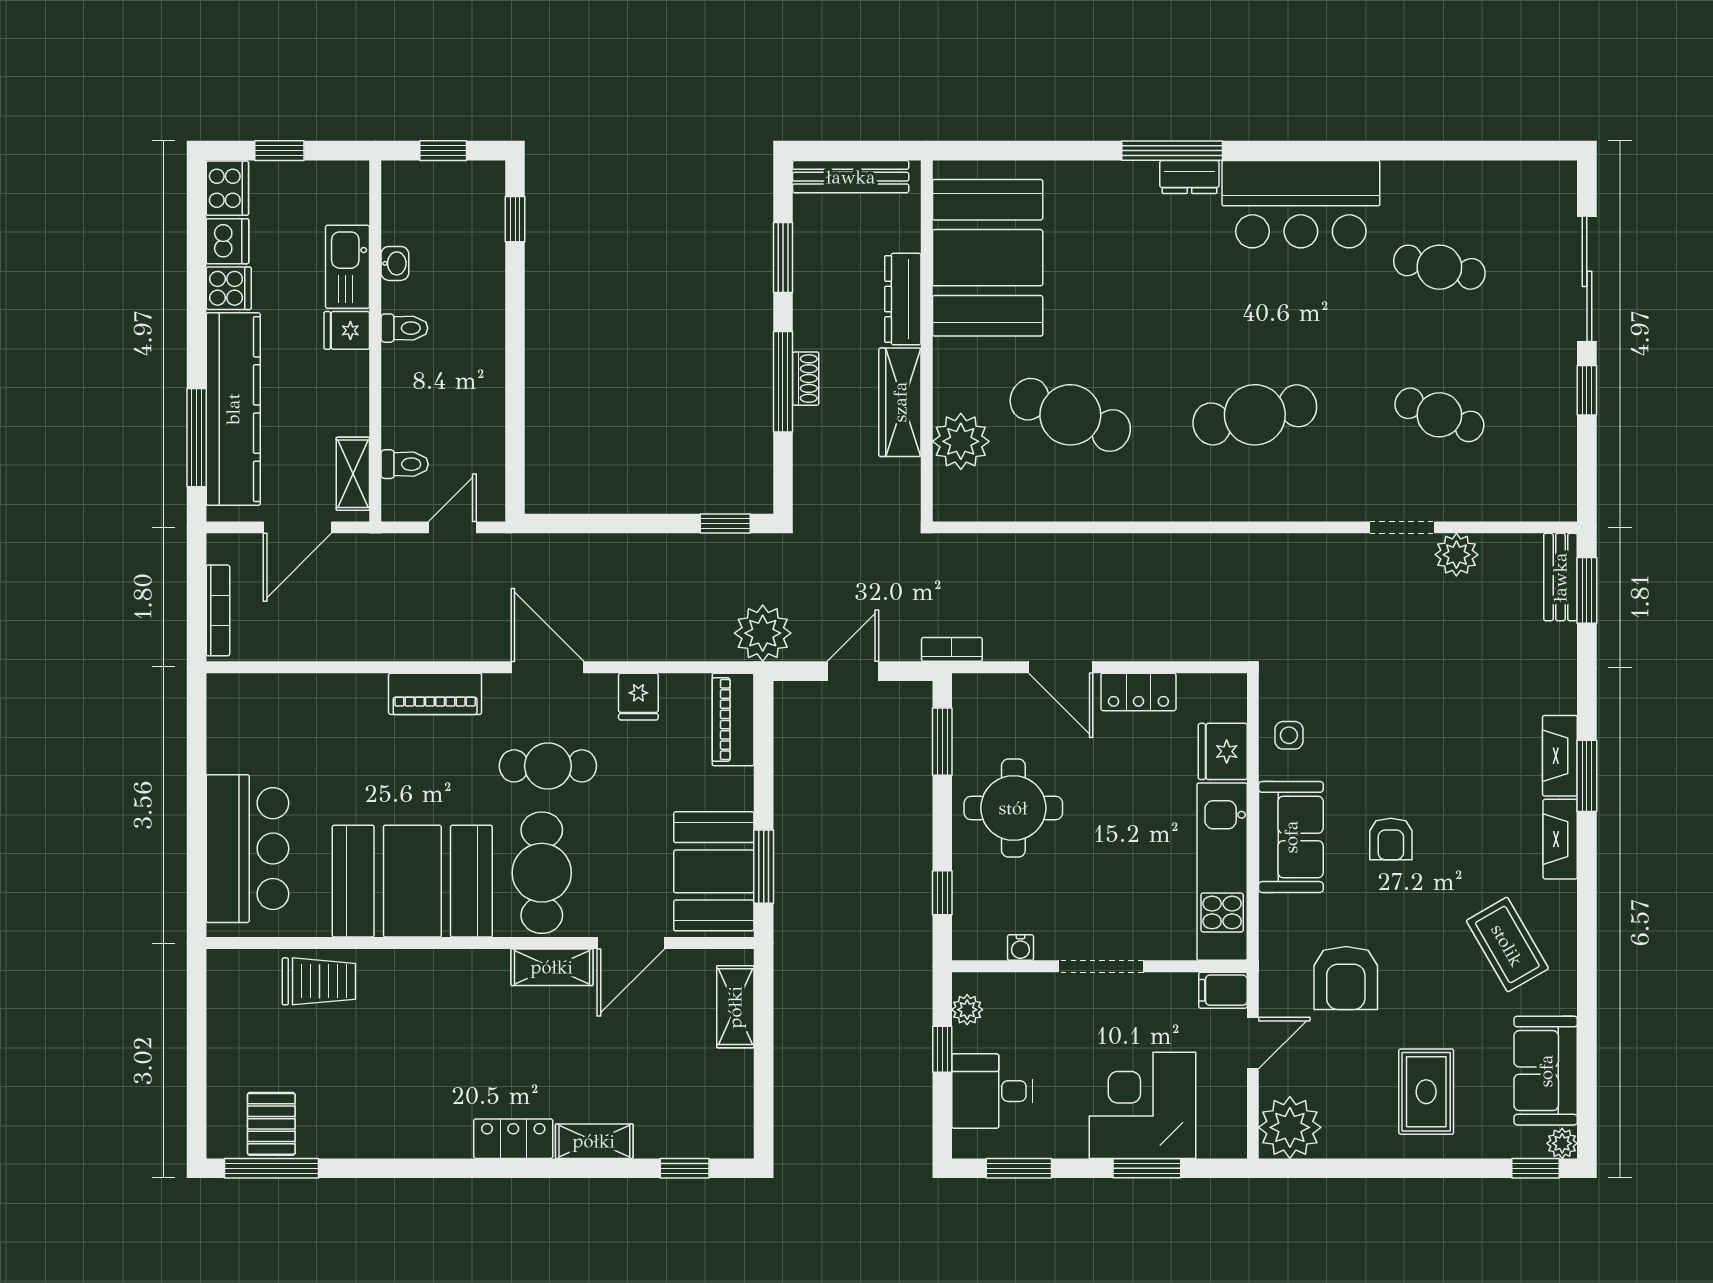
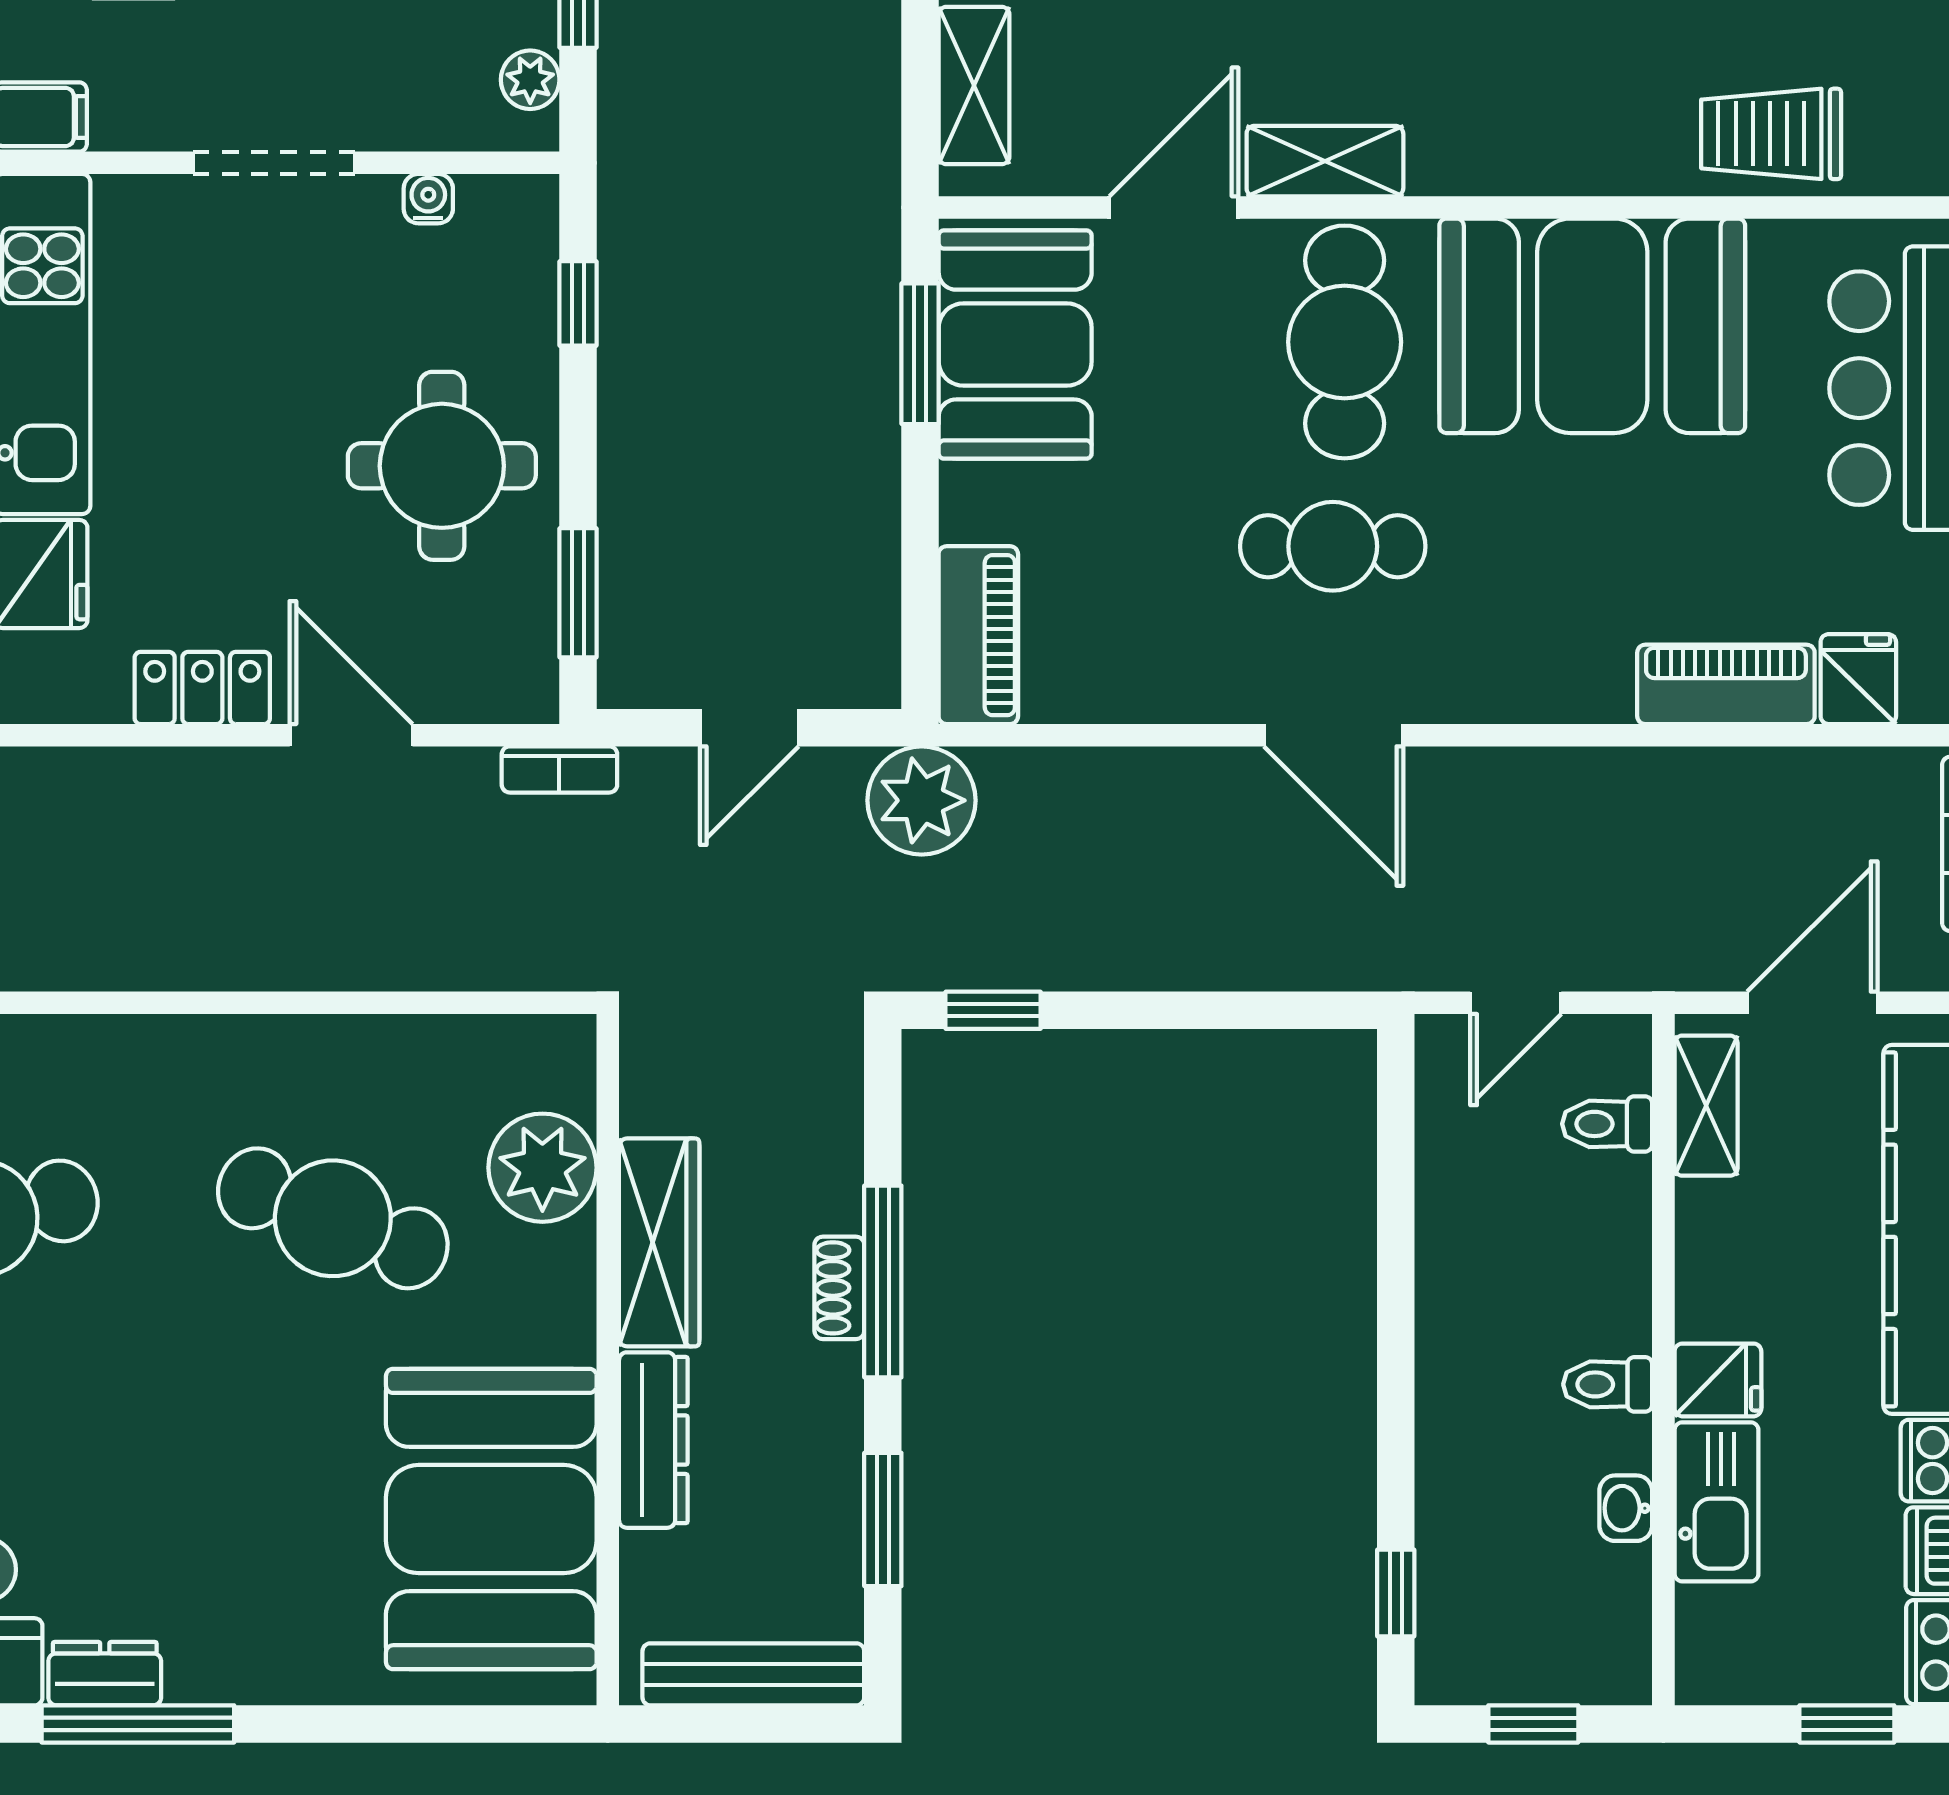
piano: (435, 694) -> (1726, 684), moved
fridge: (638, 697) -> (1858, 679), moved

